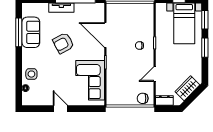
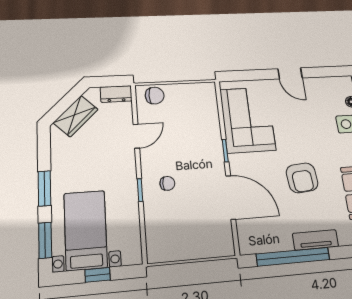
armchair: (63, 43) -> (302, 178), turned 113

